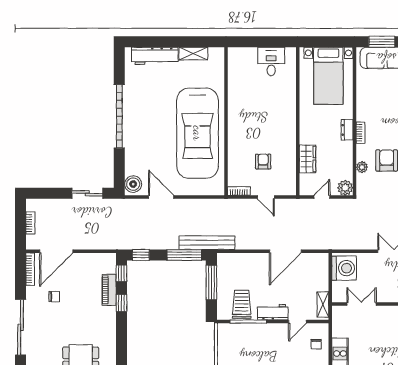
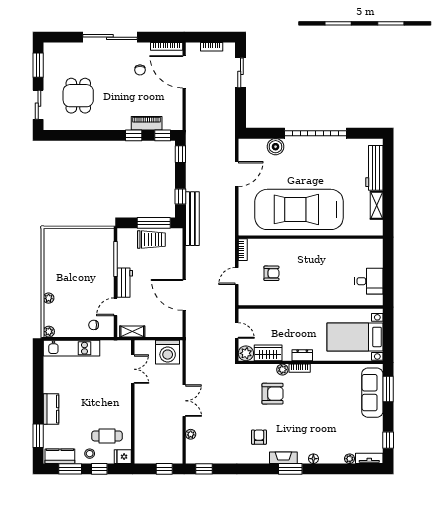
wardrobe: (307, 159) -> (268, 353), moved, turned 180
plant: (362, 167) -> (282, 370), moved
boiler: (133, 184) -> (276, 147), moved
sliding door: (87, 193) -> (241, 73), moved
window: (184, 255) -> (180, 197), width x0.46
trolley: (242, 304) -> (151, 240), moved
door: (297, 322) -> (116, 307), hinge flipped

